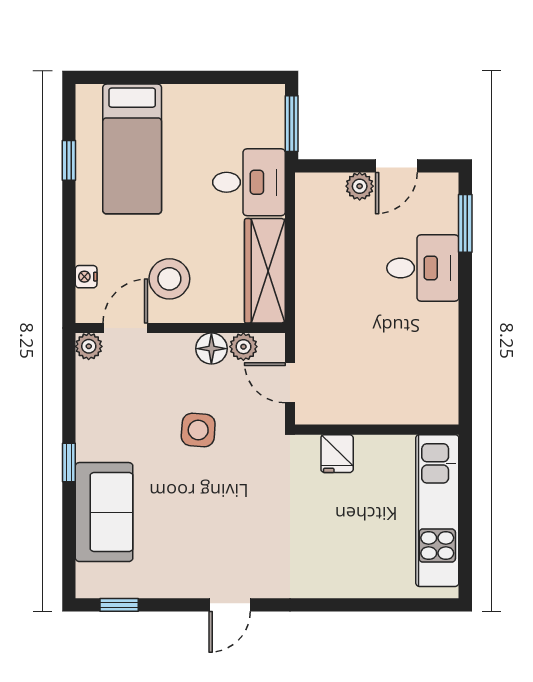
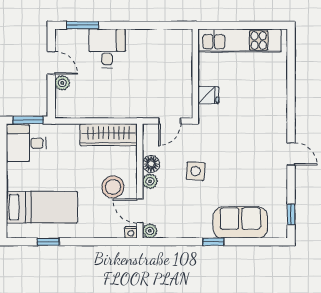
desk: (249, 182) -> (26, 143), moved, turned -90
nightstand: (86, 277) -> (131, 232), moved
plant: (243, 347) -> (150, 181), moved

